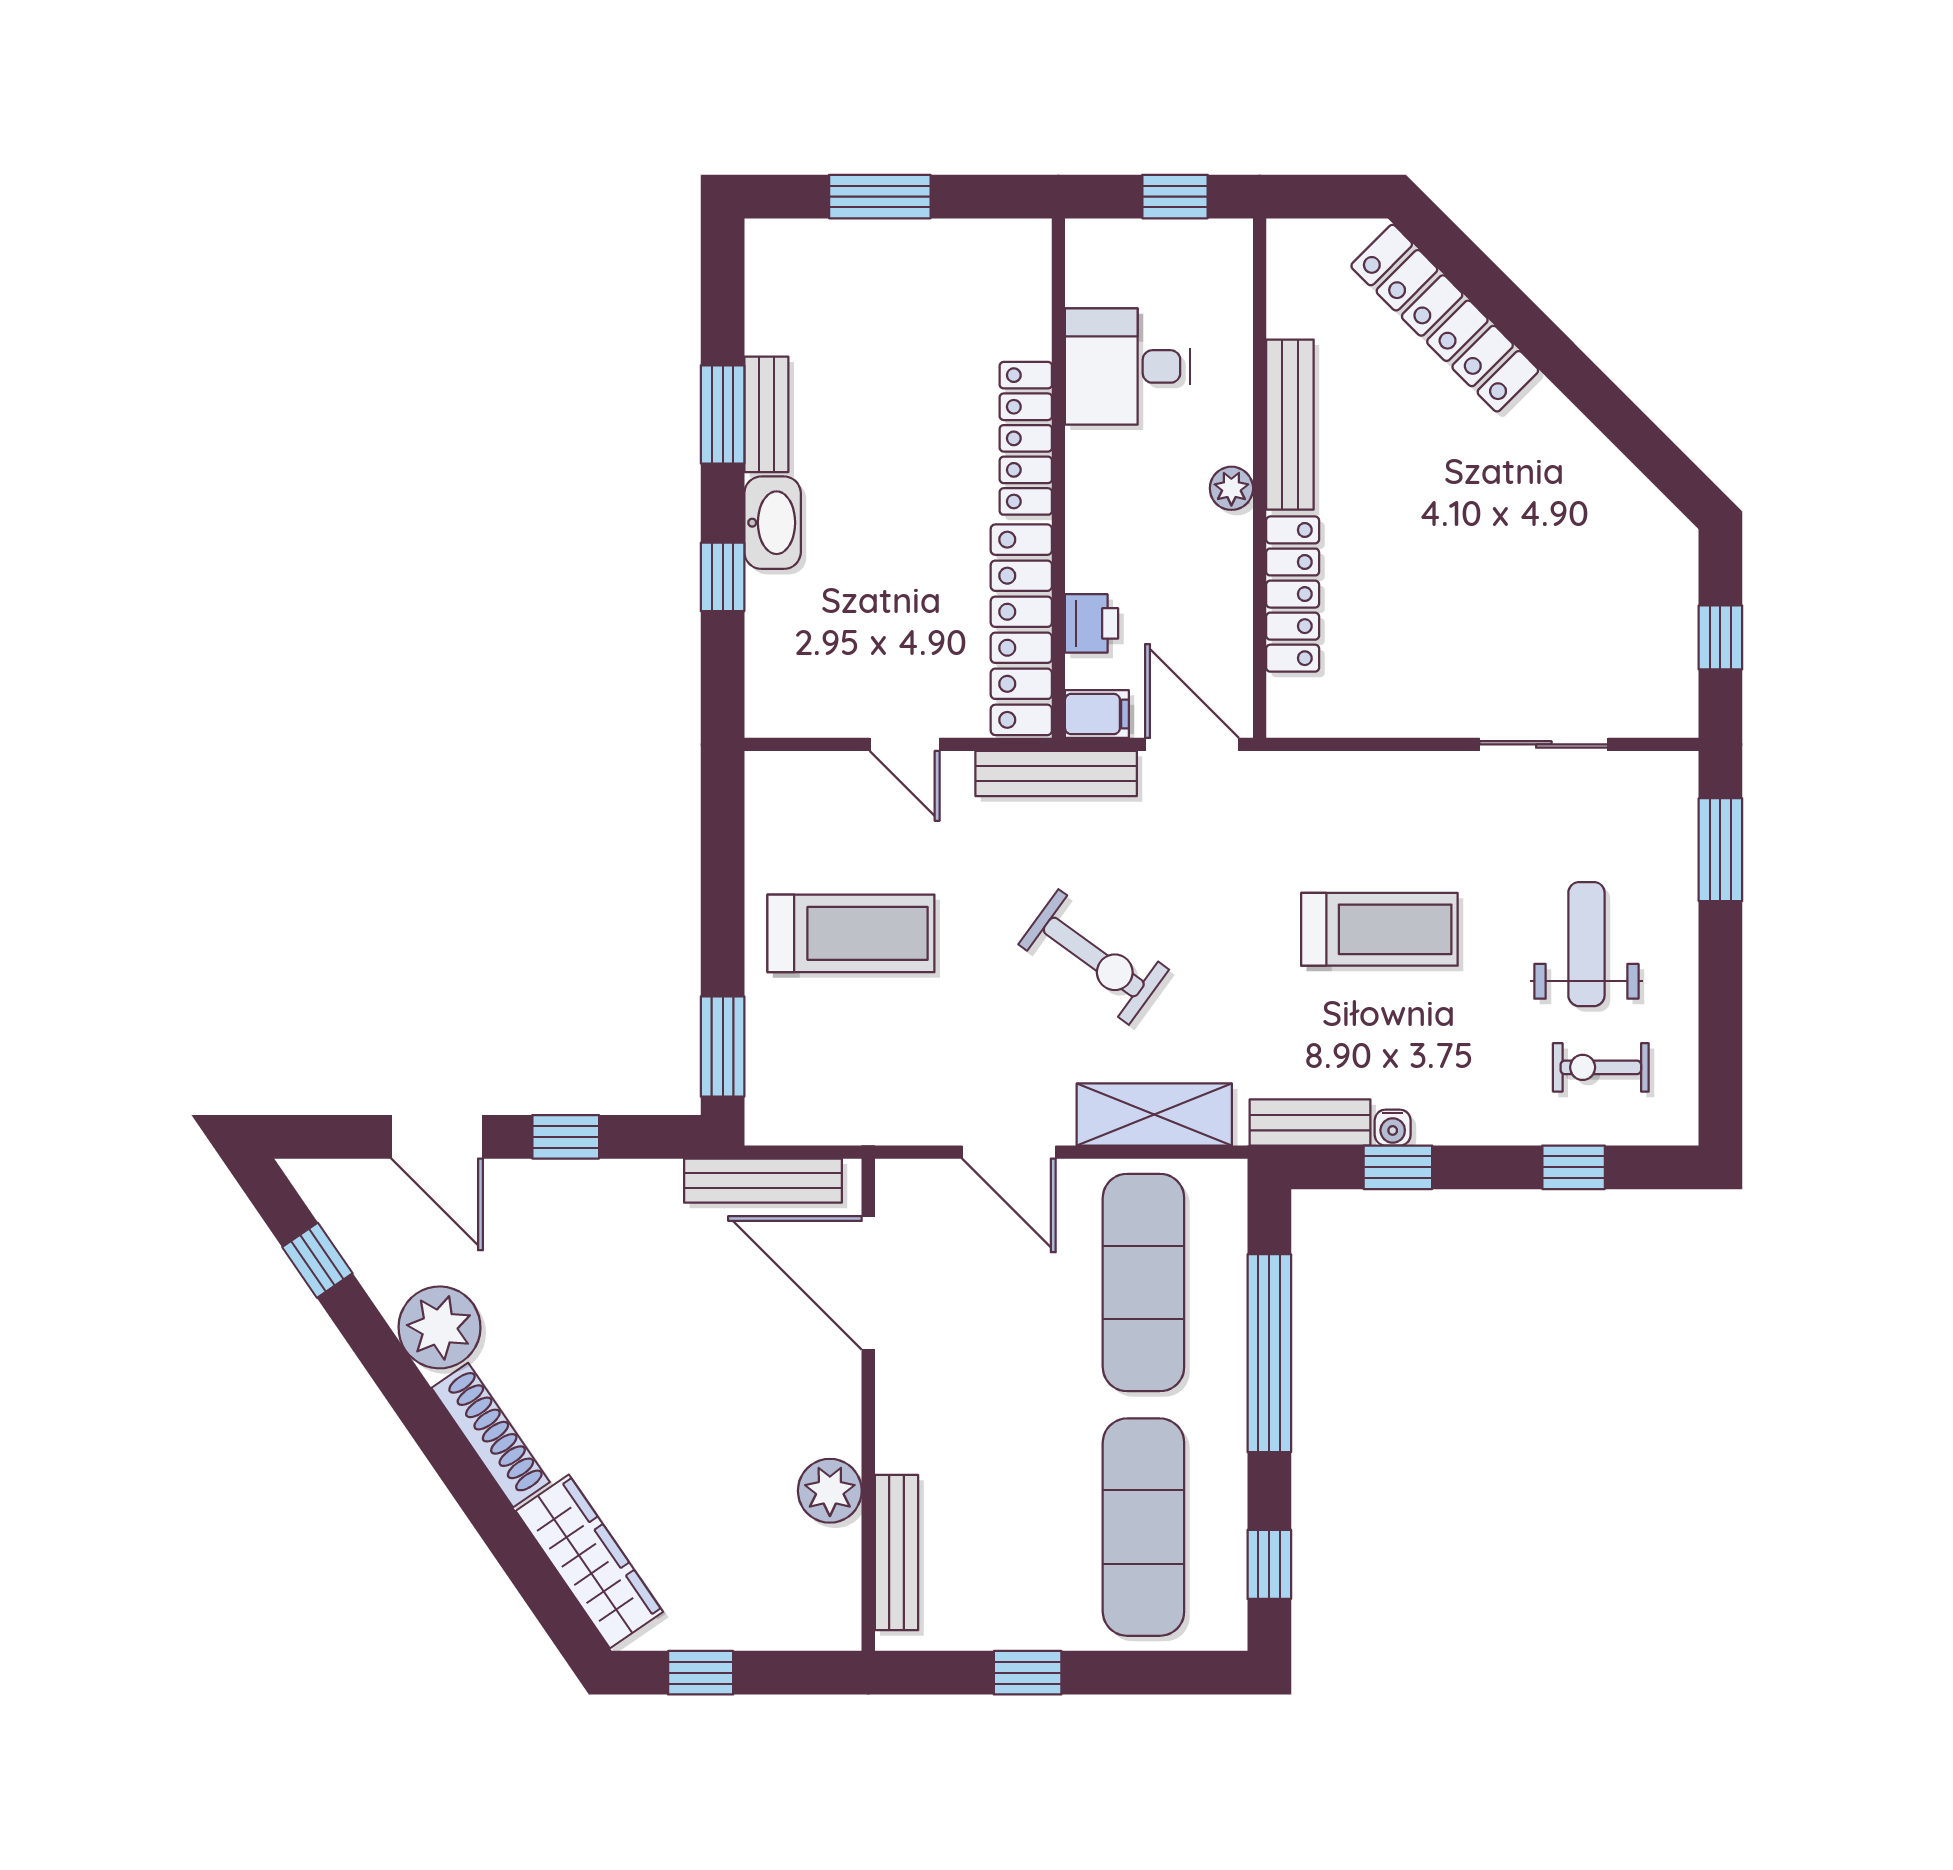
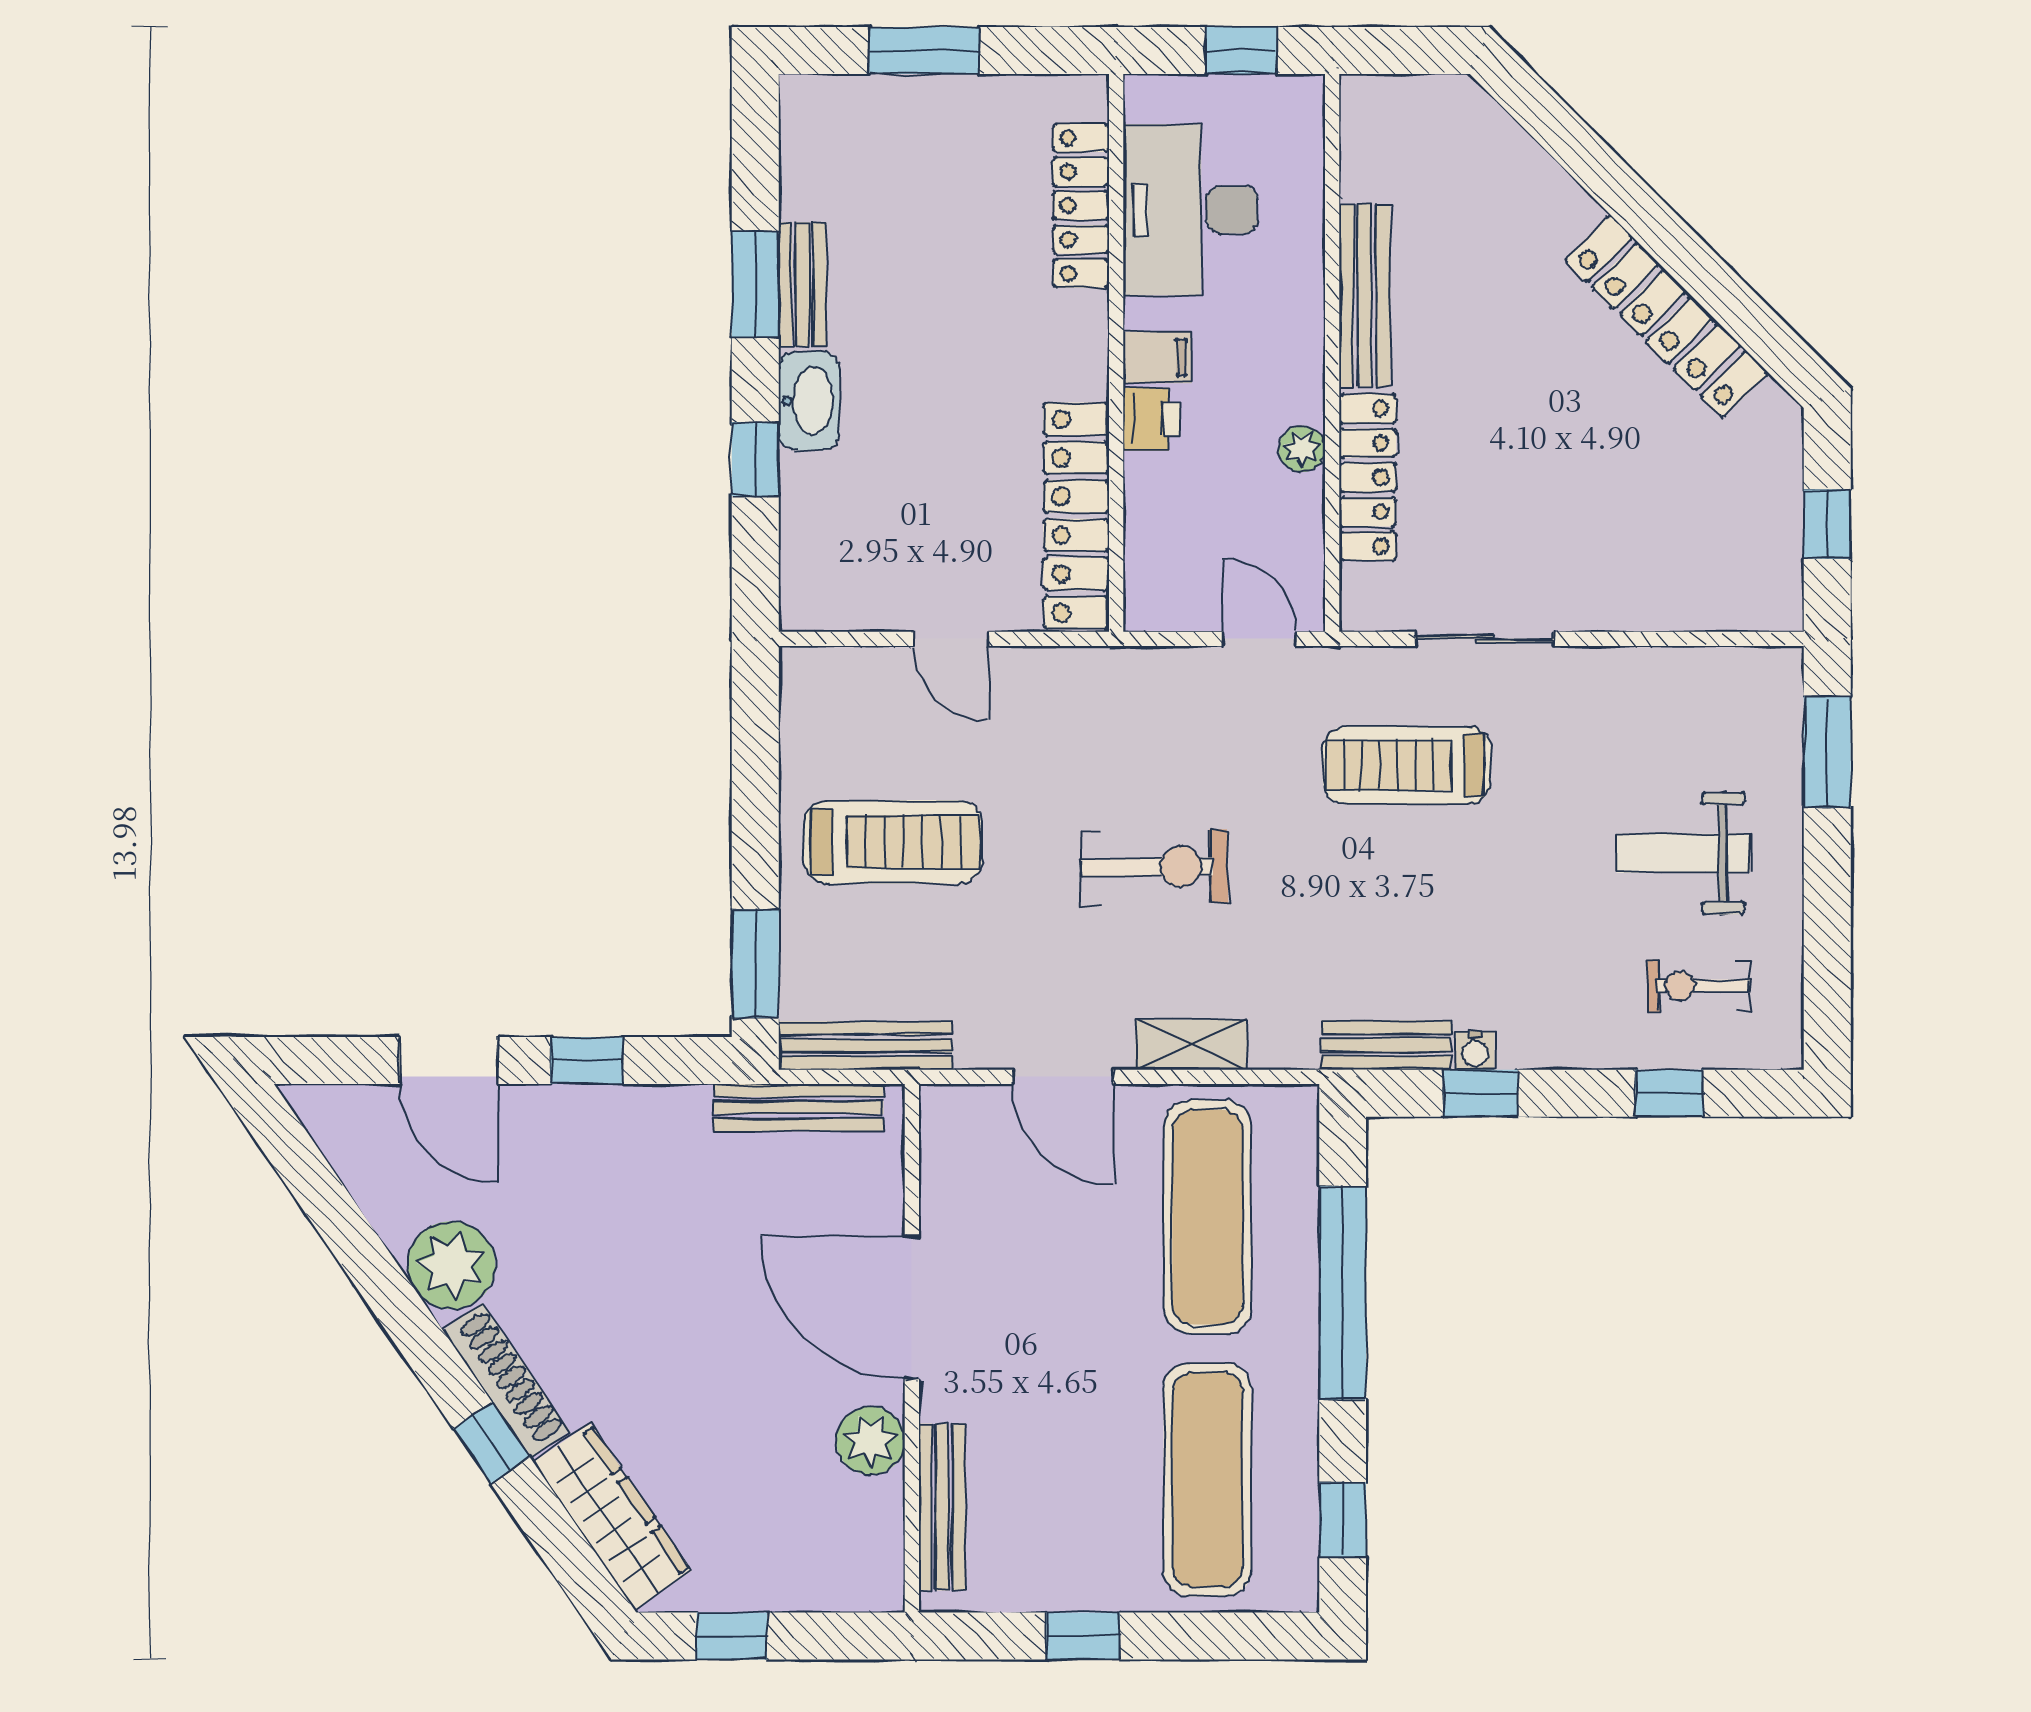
locker: (1445, 318) -> (1666, 316), moved
desk: (1128, 366) -> (1190, 210), width x1.37
locker: (1026, 438) -> (1081, 206), moved
plant: (1231, 488) -> (1302, 449), moved
printer: (1092, 623) -> (1152, 419), moved
filing cabinet: (1097, 714) -> (1157, 357), moved
door: (1192, 744) -> (1260, 639), width x0.73
sliding door: (1544, 744) -> (1485, 639), moved
bench: (1056, 774) -> (865, 1046), moved
treadmill: (1379, 929) -> (1407, 765), moved, turned 180
weight bench: (1586, 944) -> (1683, 853), turned -90
exercise bike: (1094, 957) -> (1154, 867), turned -37
shelving: (1154, 1114) -> (1191, 1045), width x0.67, depth x0.75
window: (317, 1260) -> (491, 1443), moved
door: (868, 1283) -> (912, 1308), moved

